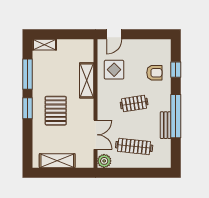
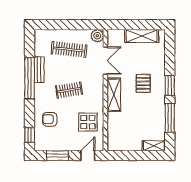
window: (146, 34) -> (58, 156), added
window: (176, 70) -> (30, 135), moved
shelving: (87, 80) -> (114, 95), moved
pallet: (56, 111) -> (143, 83), width x0.67, depth x0.71
double door: (96, 135) -> (105, 61), swing flipped

